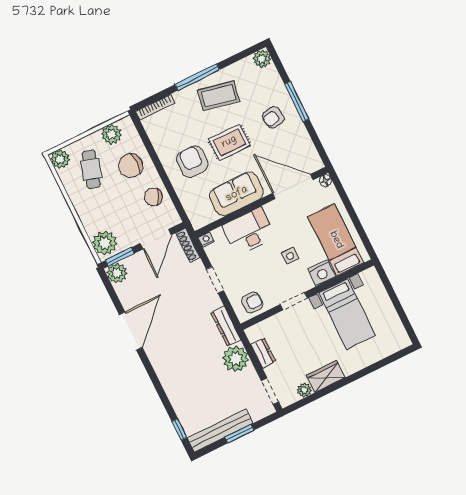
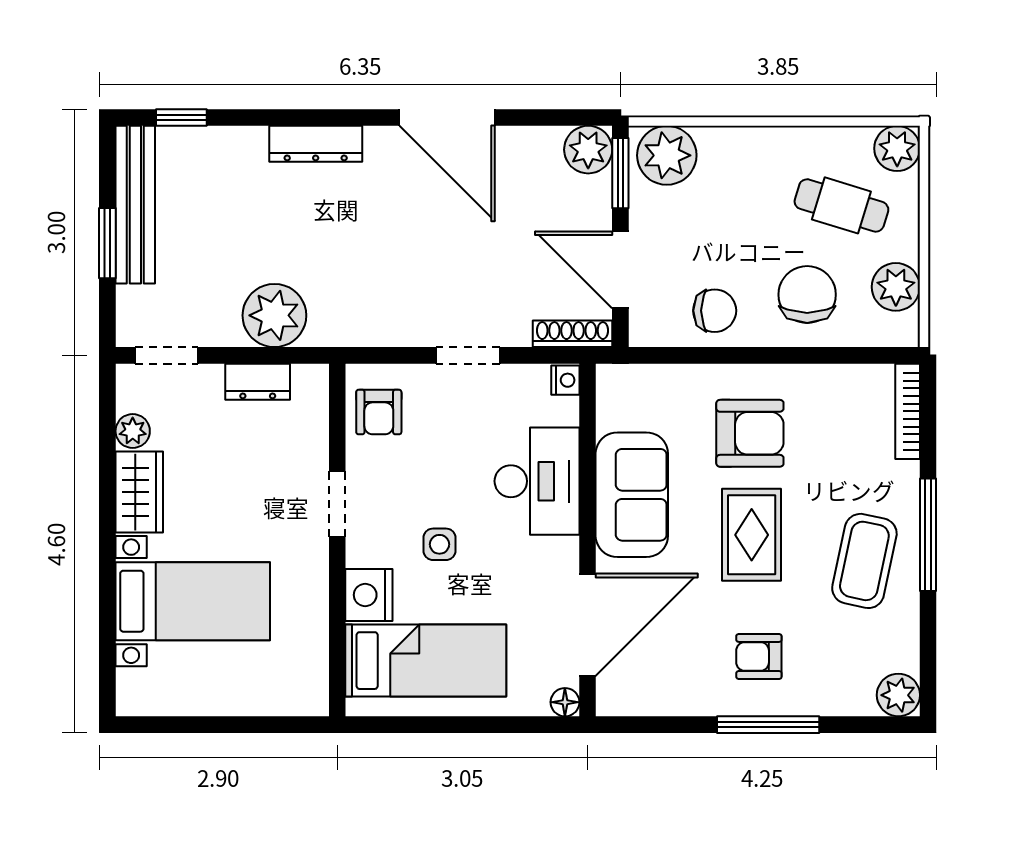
armchair: (273, 117) -> (759, 656), turned -80
chair: (153, 197) -> (715, 311), turned 62
bed with nightstands: (347, 314) -> (193, 601), moved, turned 180
dresser: (226, 326) -> (316, 144), moved, turned 180

